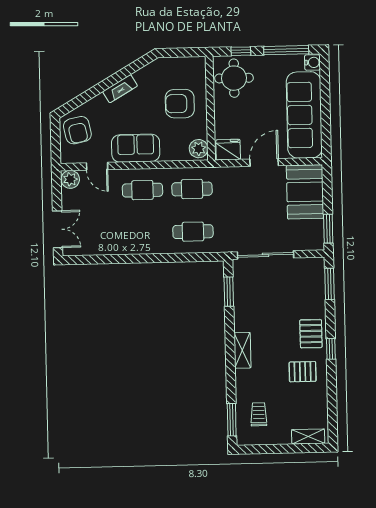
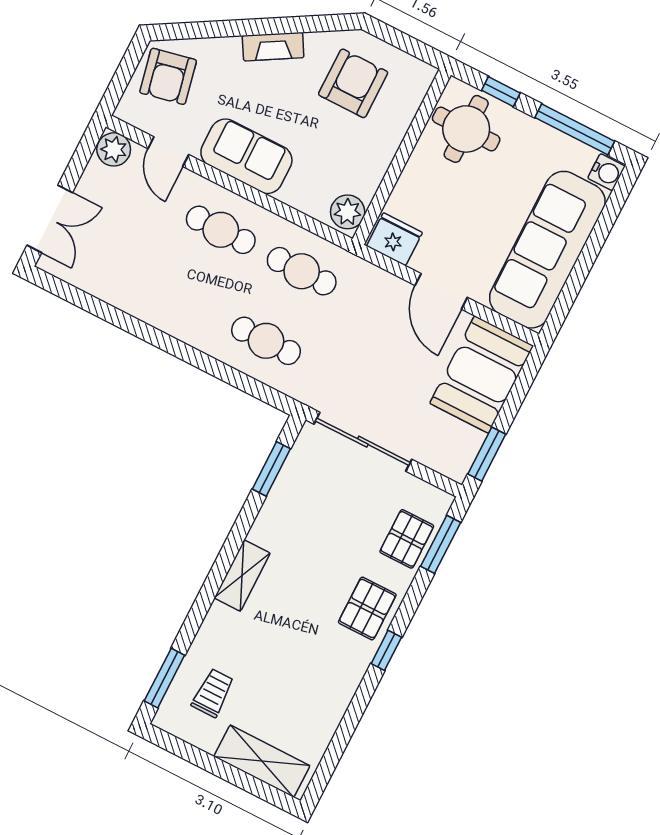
armchair: (180, 104) -> (353, 83), moved, turned 90
door: (264, 162) -> (441, 291), swing flipped
pallet: (303, 372) -> (407, 539), moved, turned 90
shelving: (308, 437) -> (262, 761), width x1.50, depth x1.33

